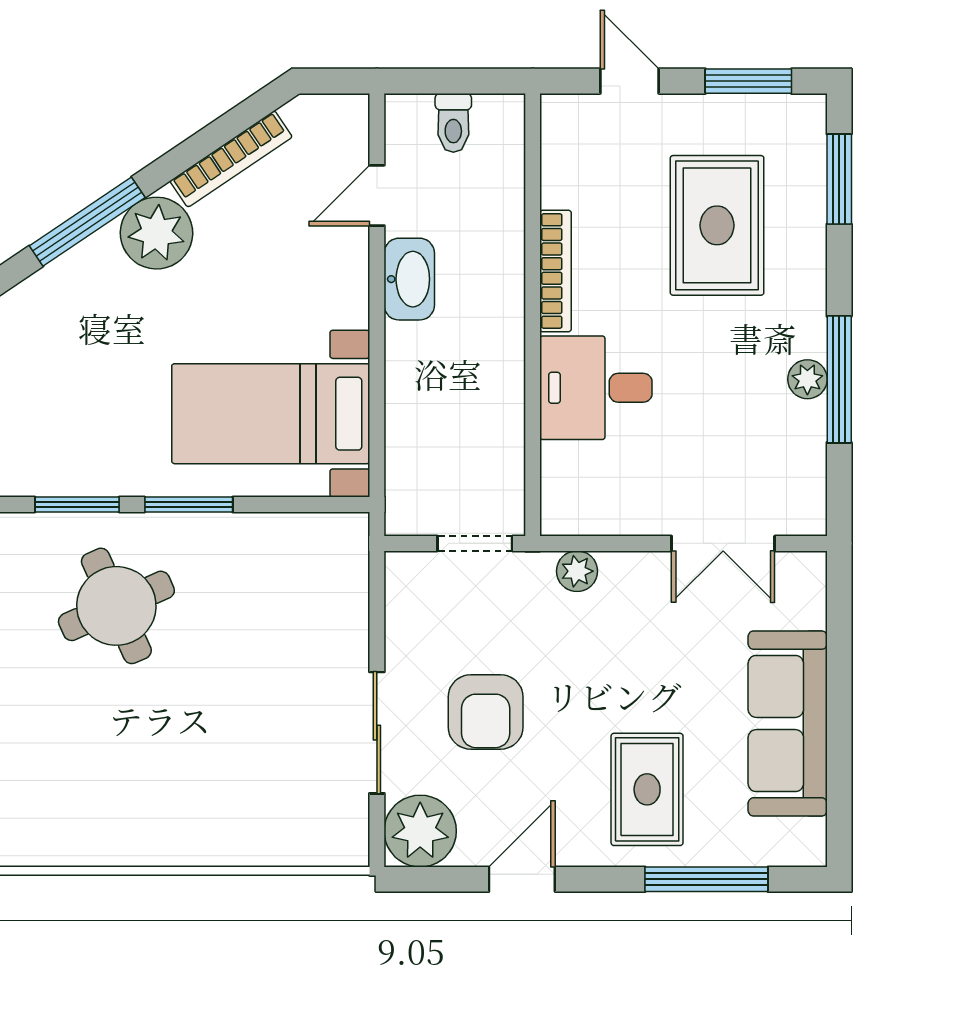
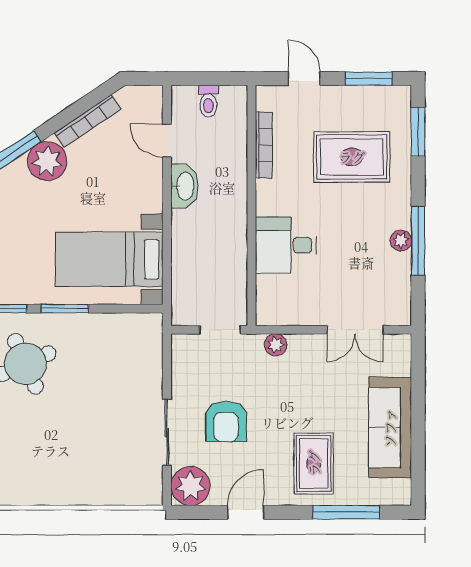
door: (377, 195) -> (167, 141), hinge flipped
rug: (717, 225) -> (352, 157), turned 90
bookcase: (555, 271) -> (264, 145), moved

